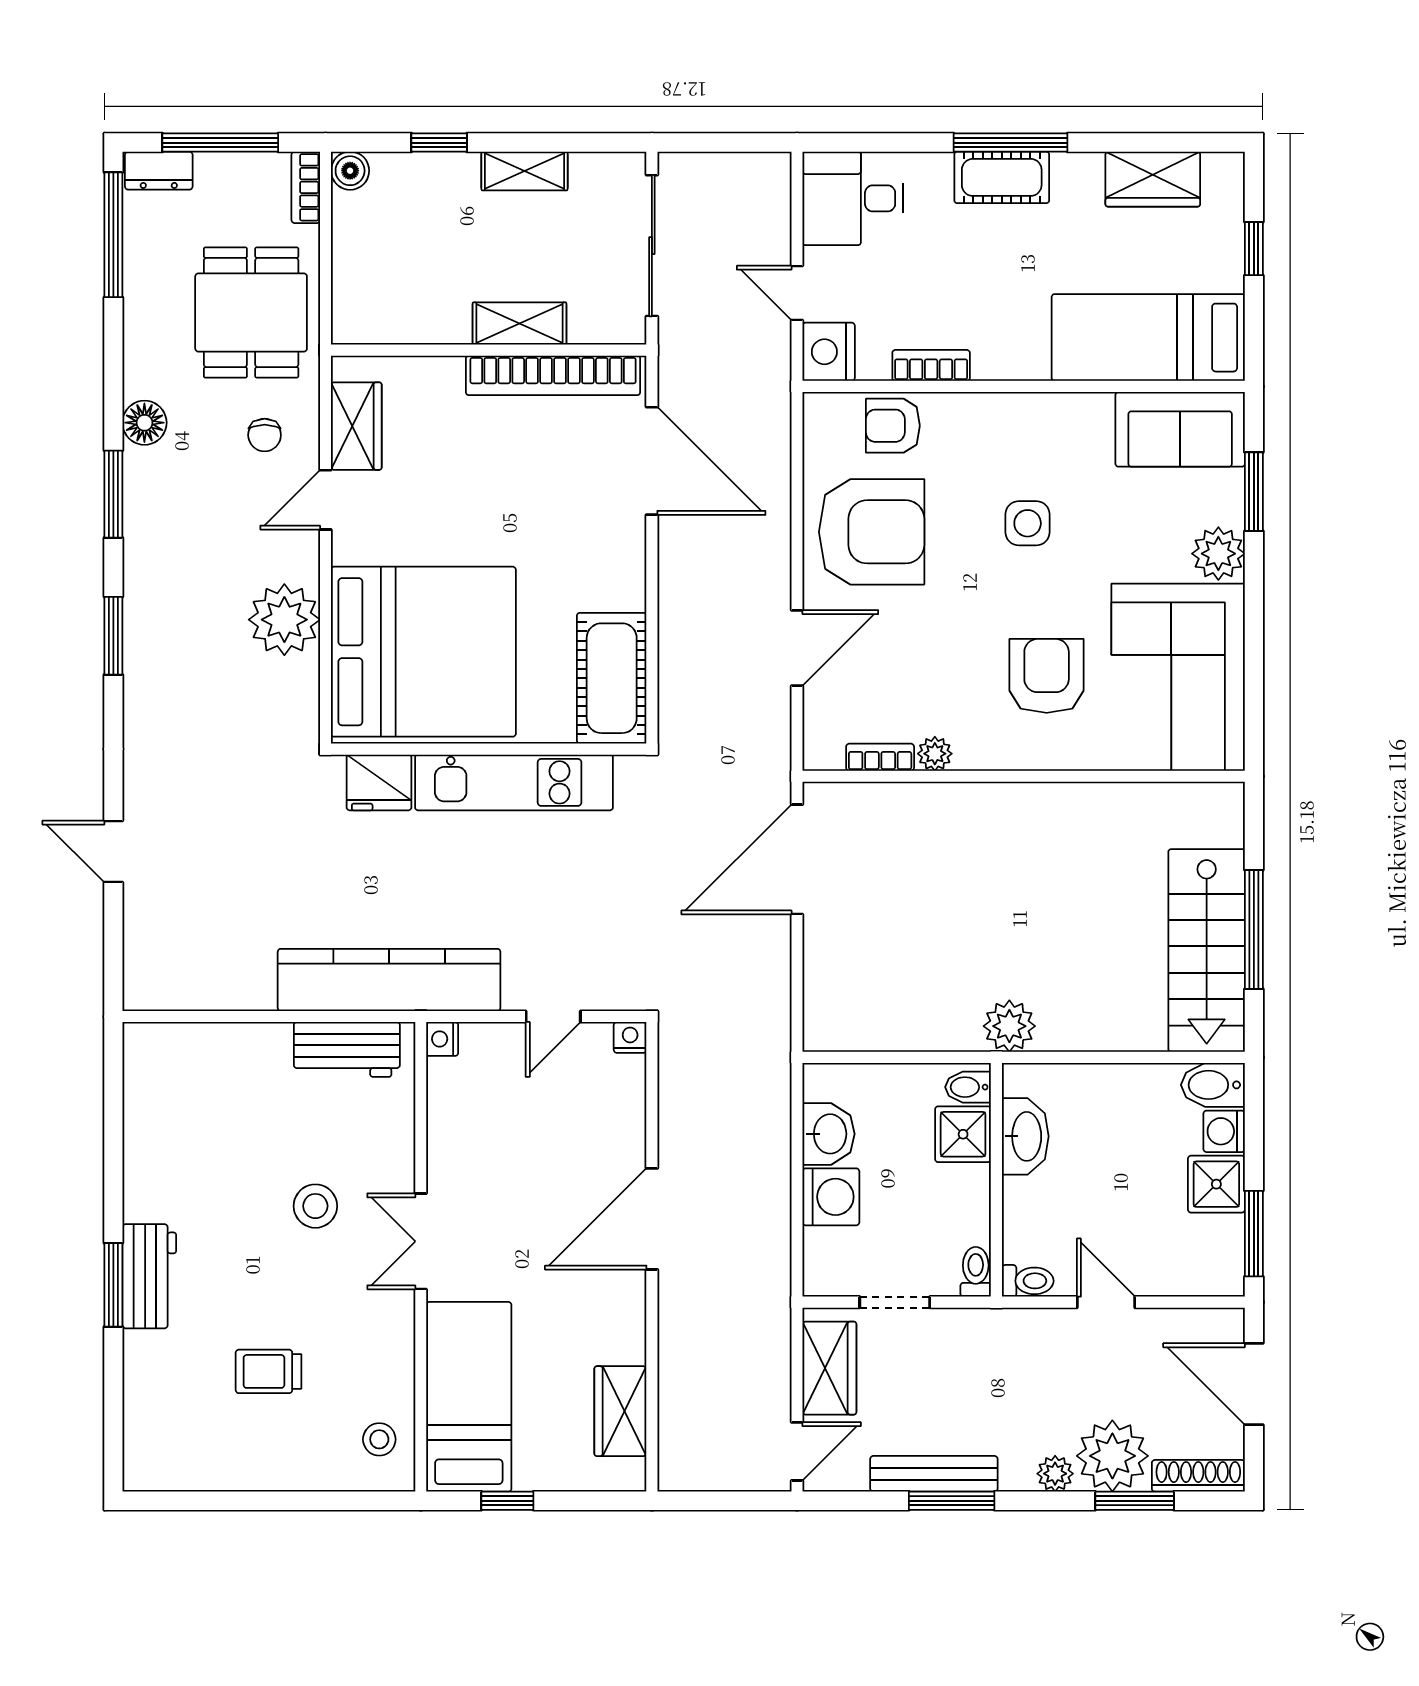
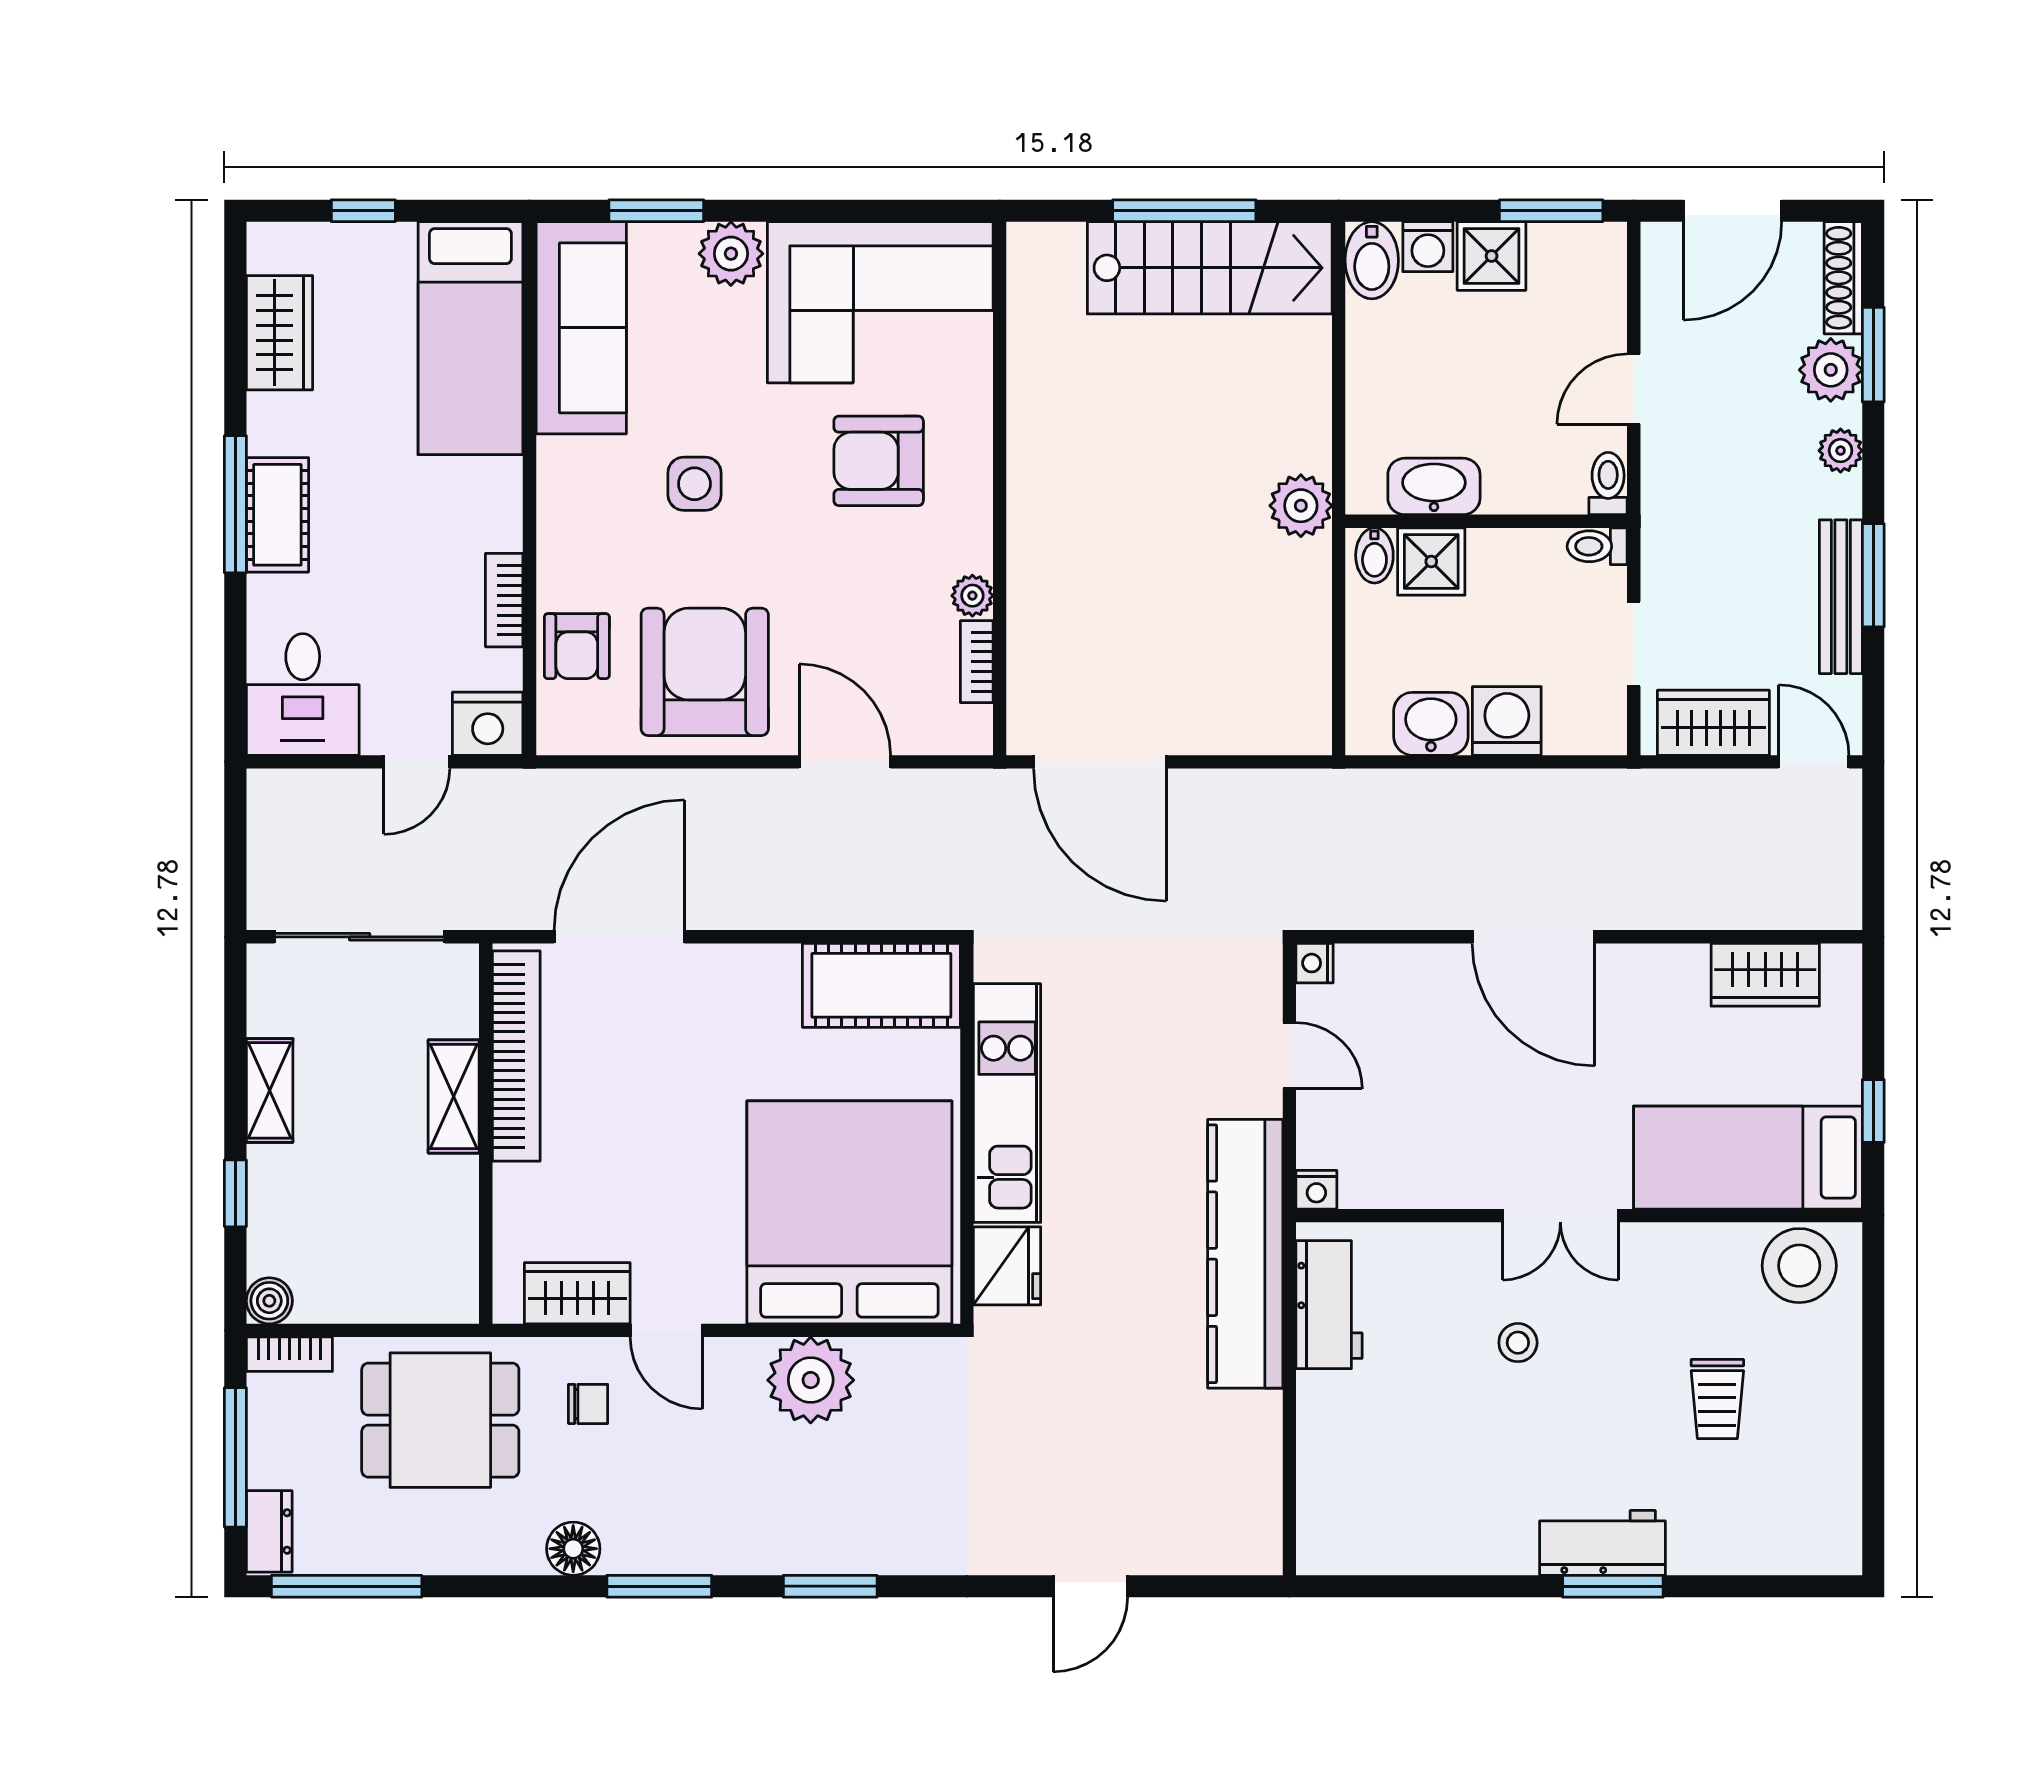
sofa: (1180, 429) -> (581, 328), width x1.36
stool: (315, 1206) -> (1518, 1343), width x0.73, depth x0.73
stool: (379, 1439) -> (1799, 1266), width x1.89, depth x1.89
plant: (1112, 1456) -> (1831, 370), width x0.73, depth x0.73

